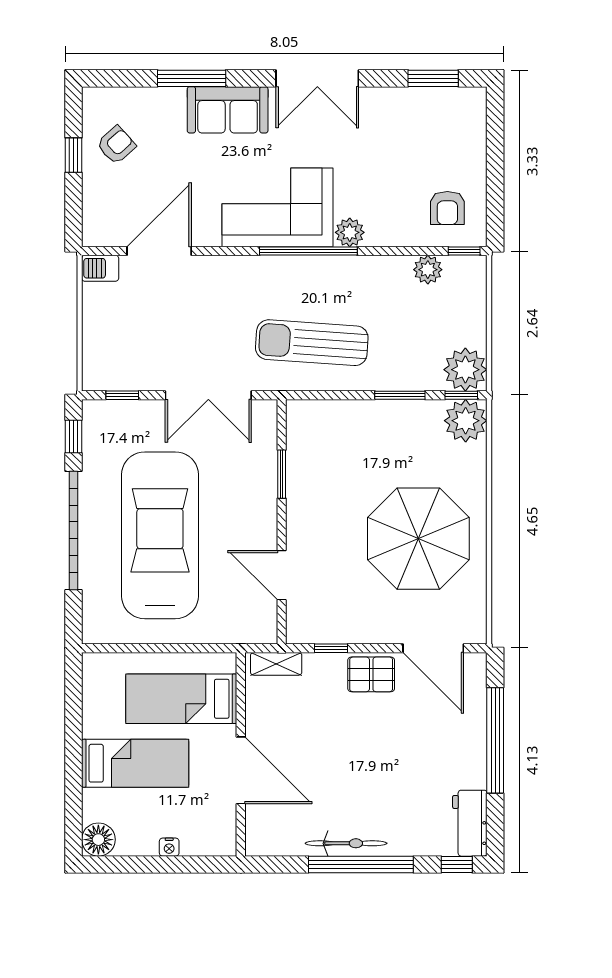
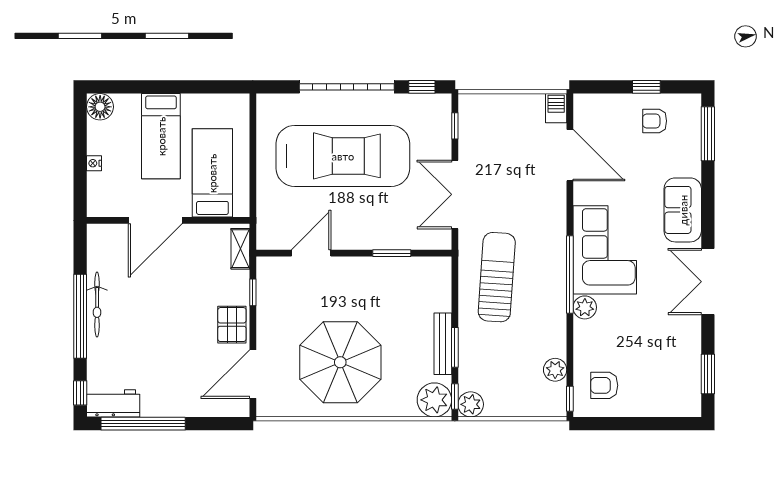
window: (192, 78) -> (708, 134), moved
armchair: (116, 145) -> (655, 121), turned 132
plant: (465, 370) -> (471, 404), width x0.73, depth x0.73
bench: (395, 410) -> (443, 344), added
window: (495, 740) -> (143, 424), moved

